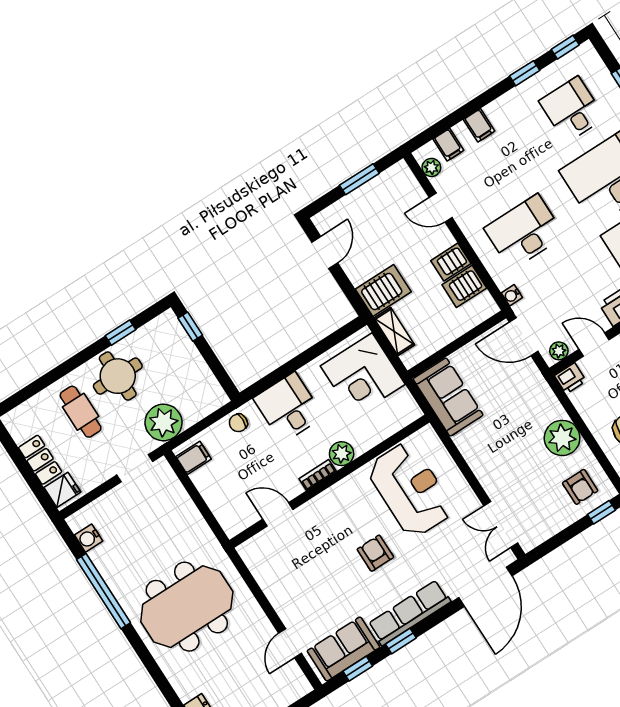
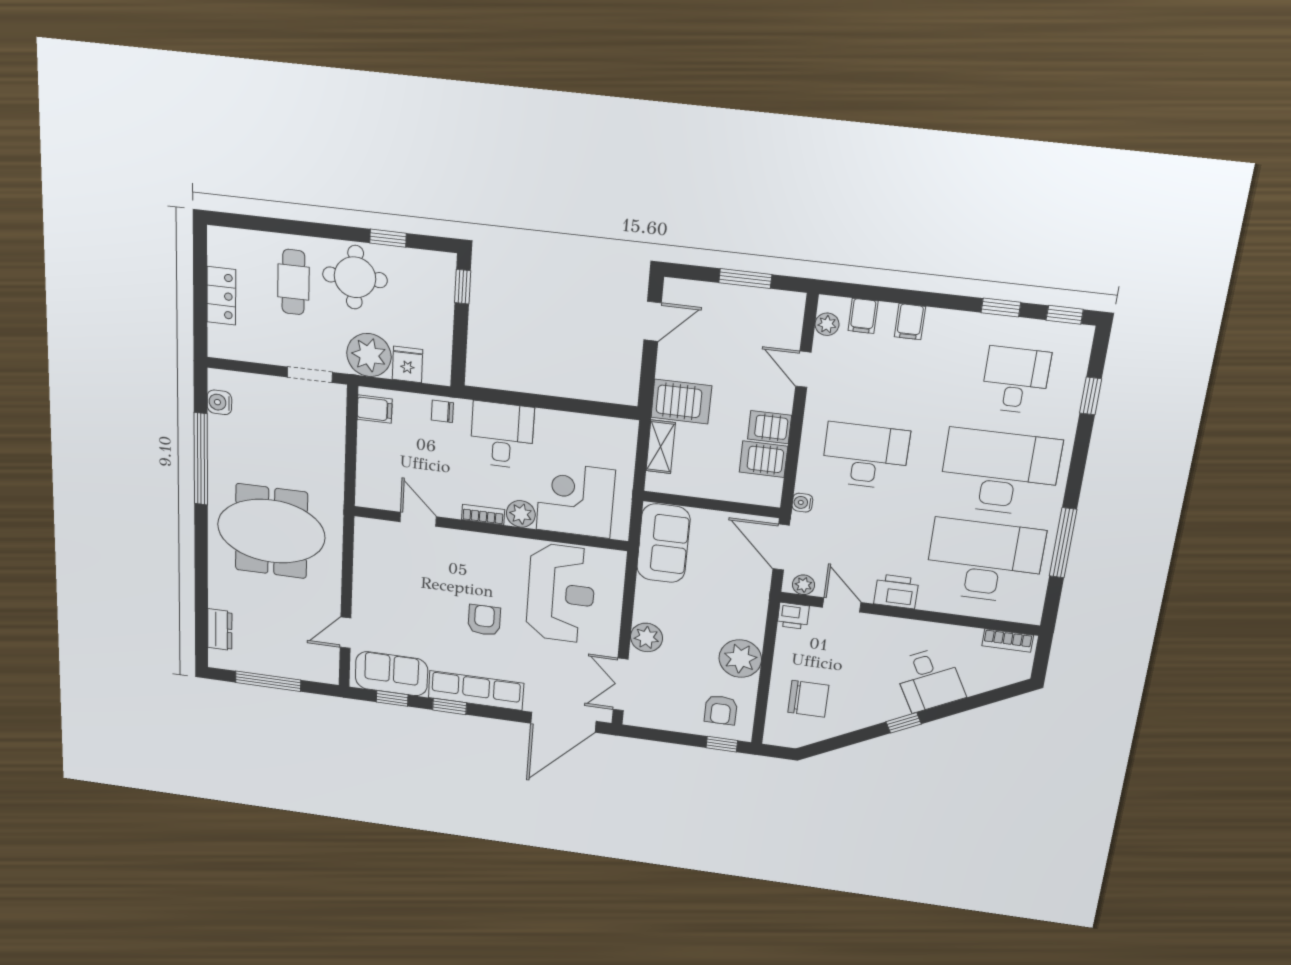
corner desk: (363, 375) -> (576, 500), moved, turned 90
plant: (490, 475) -> (647, 638), added
fridge: (62, 490) -> (408, 364), moved, turned -90

